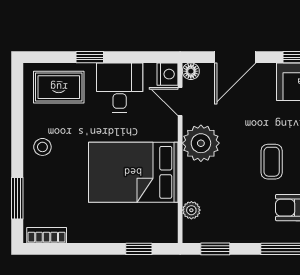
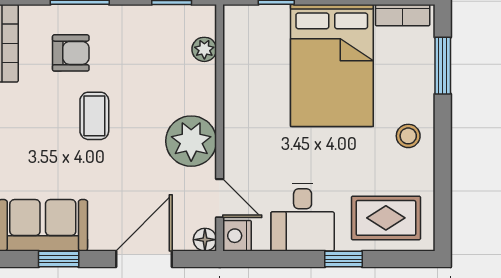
bed: (133, 172) -> (332, 65), moved, turned 90

